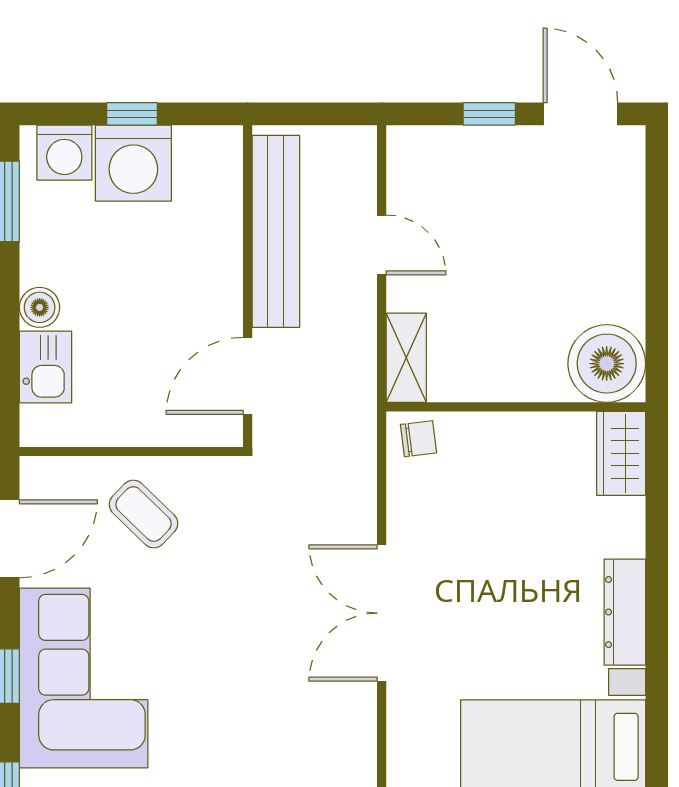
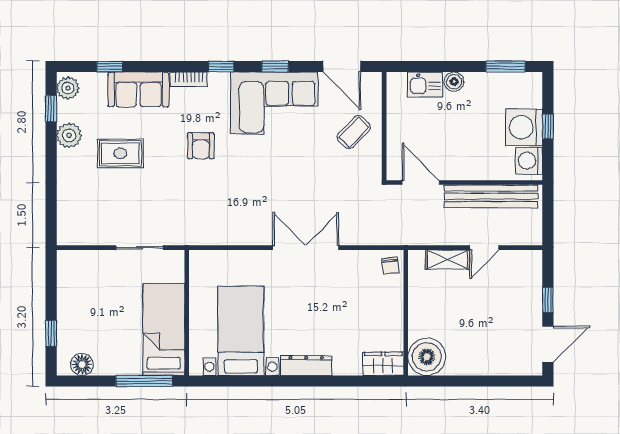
washing machine: (64, 153) -> (529, 161), moved
shelving: (406, 358) -> (447, 260), moved

